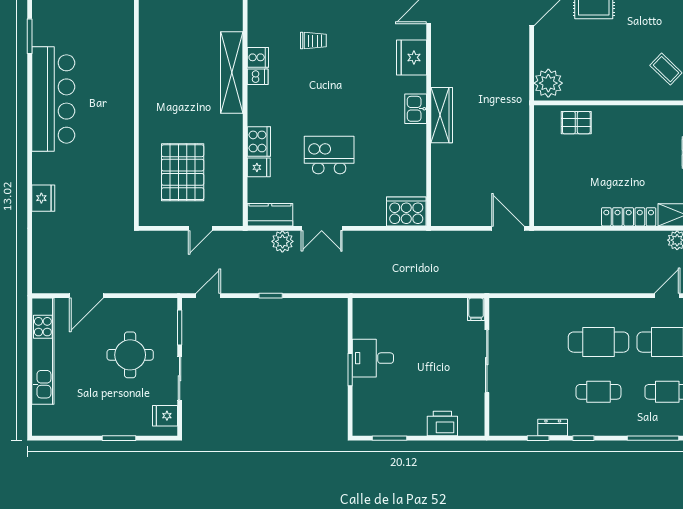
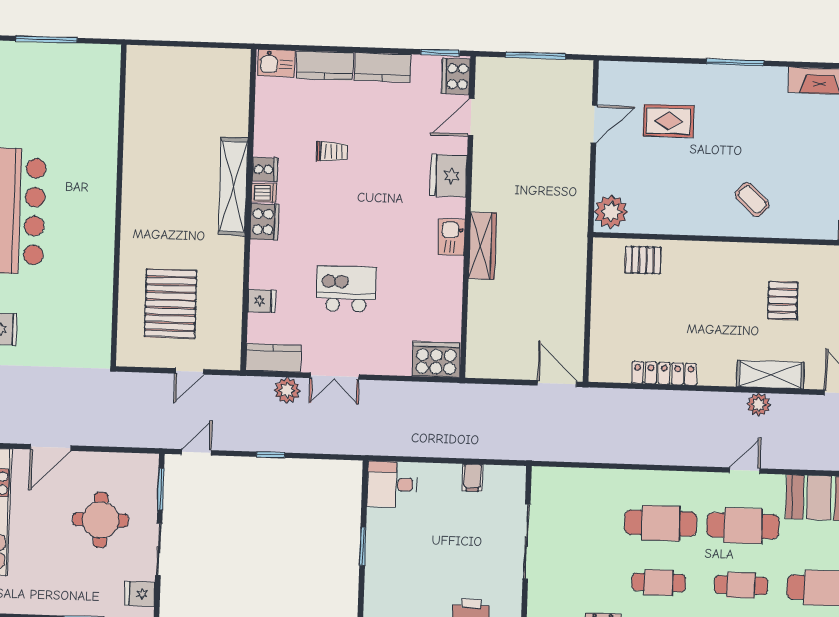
cooker: (259, 141) -> (265, 222), moved
locker: (629, 217) -> (664, 373), moved
filing cabinet: (476, 309) -> (473, 478), moved
desk: (373, 358) -> (392, 484), moved

